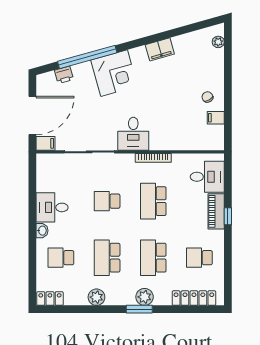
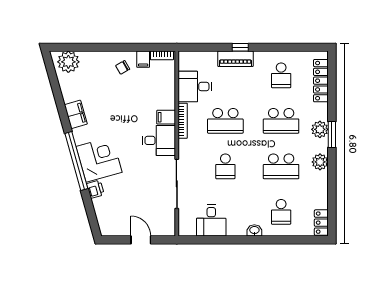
plant: (218, 42) -> (68, 62), width x1.88, depth x1.88
window: (87, 57) -> (76, 161), moved
printer: (64, 75) -> (95, 189), moved
door: (32, 115) -> (141, 240), width x0.53
bookcase: (220, 137) -> (162, 55), added
filing cabinet: (46, 143) -> (166, 117), moved, turned -90
desk: (207, 177) -> (195, 87), moved, turned -90
desk: (52, 207) -> (211, 221), moved
plant: (96, 297) -> (320, 162), moved

